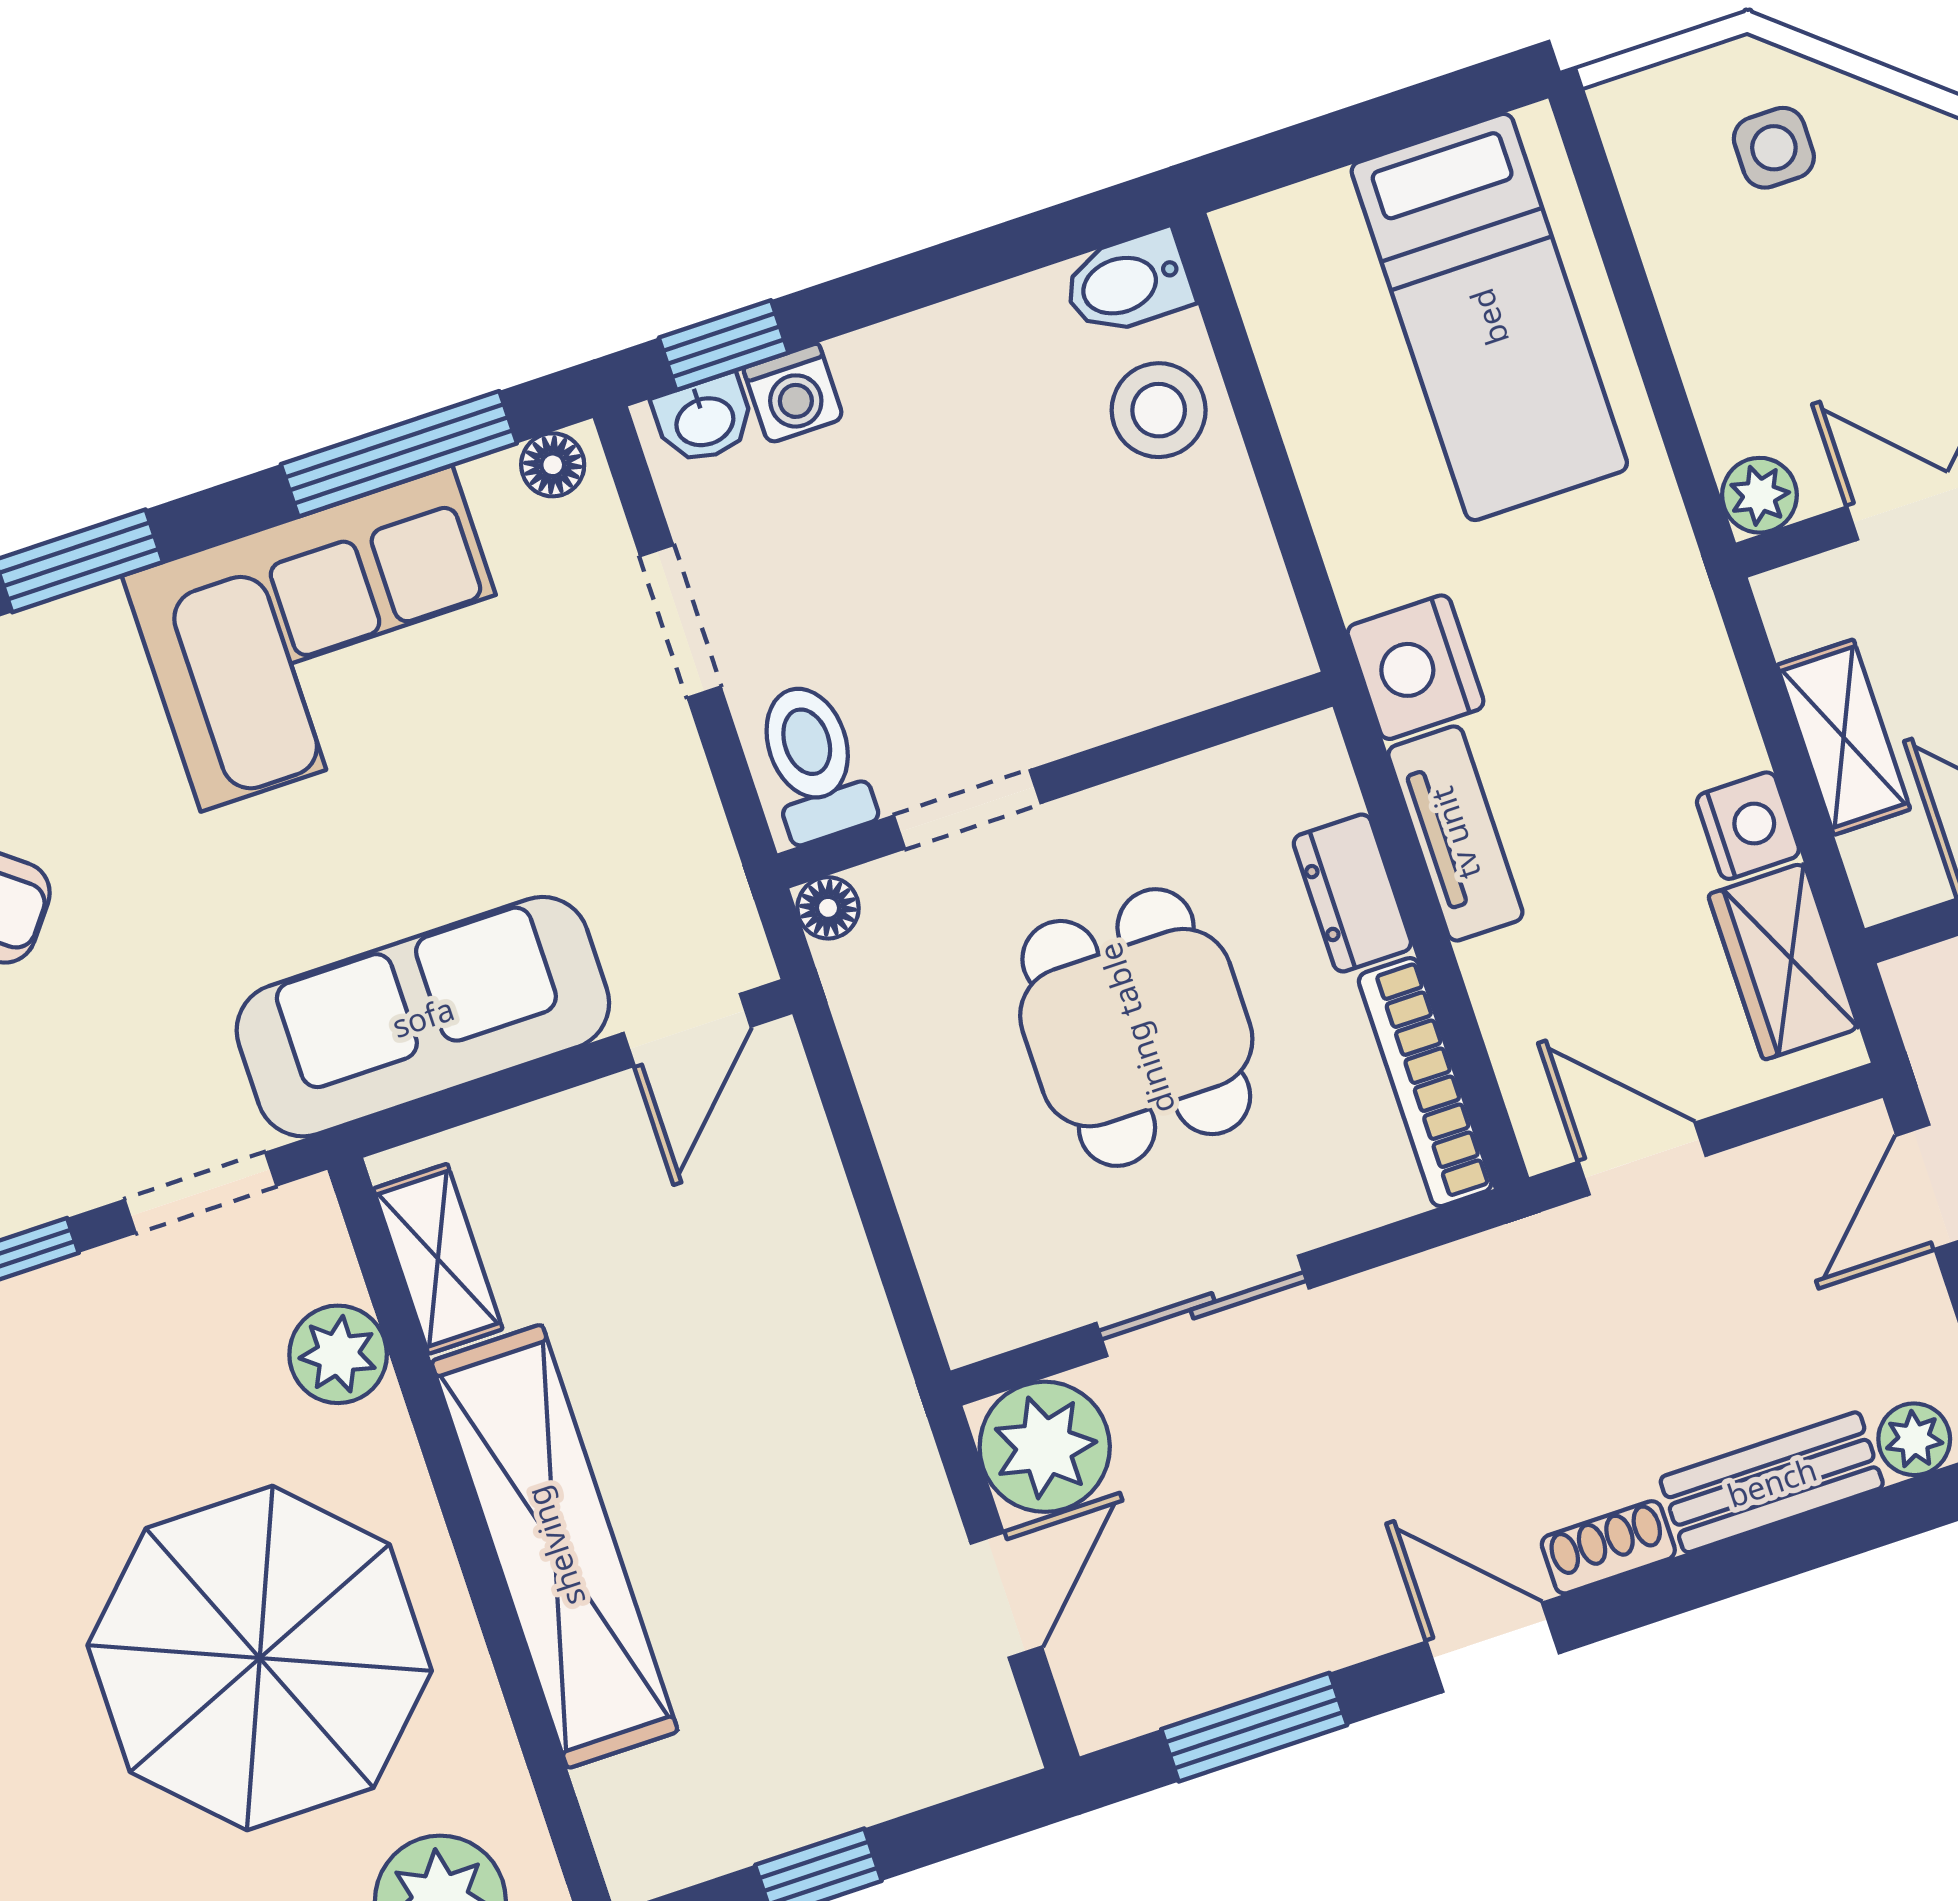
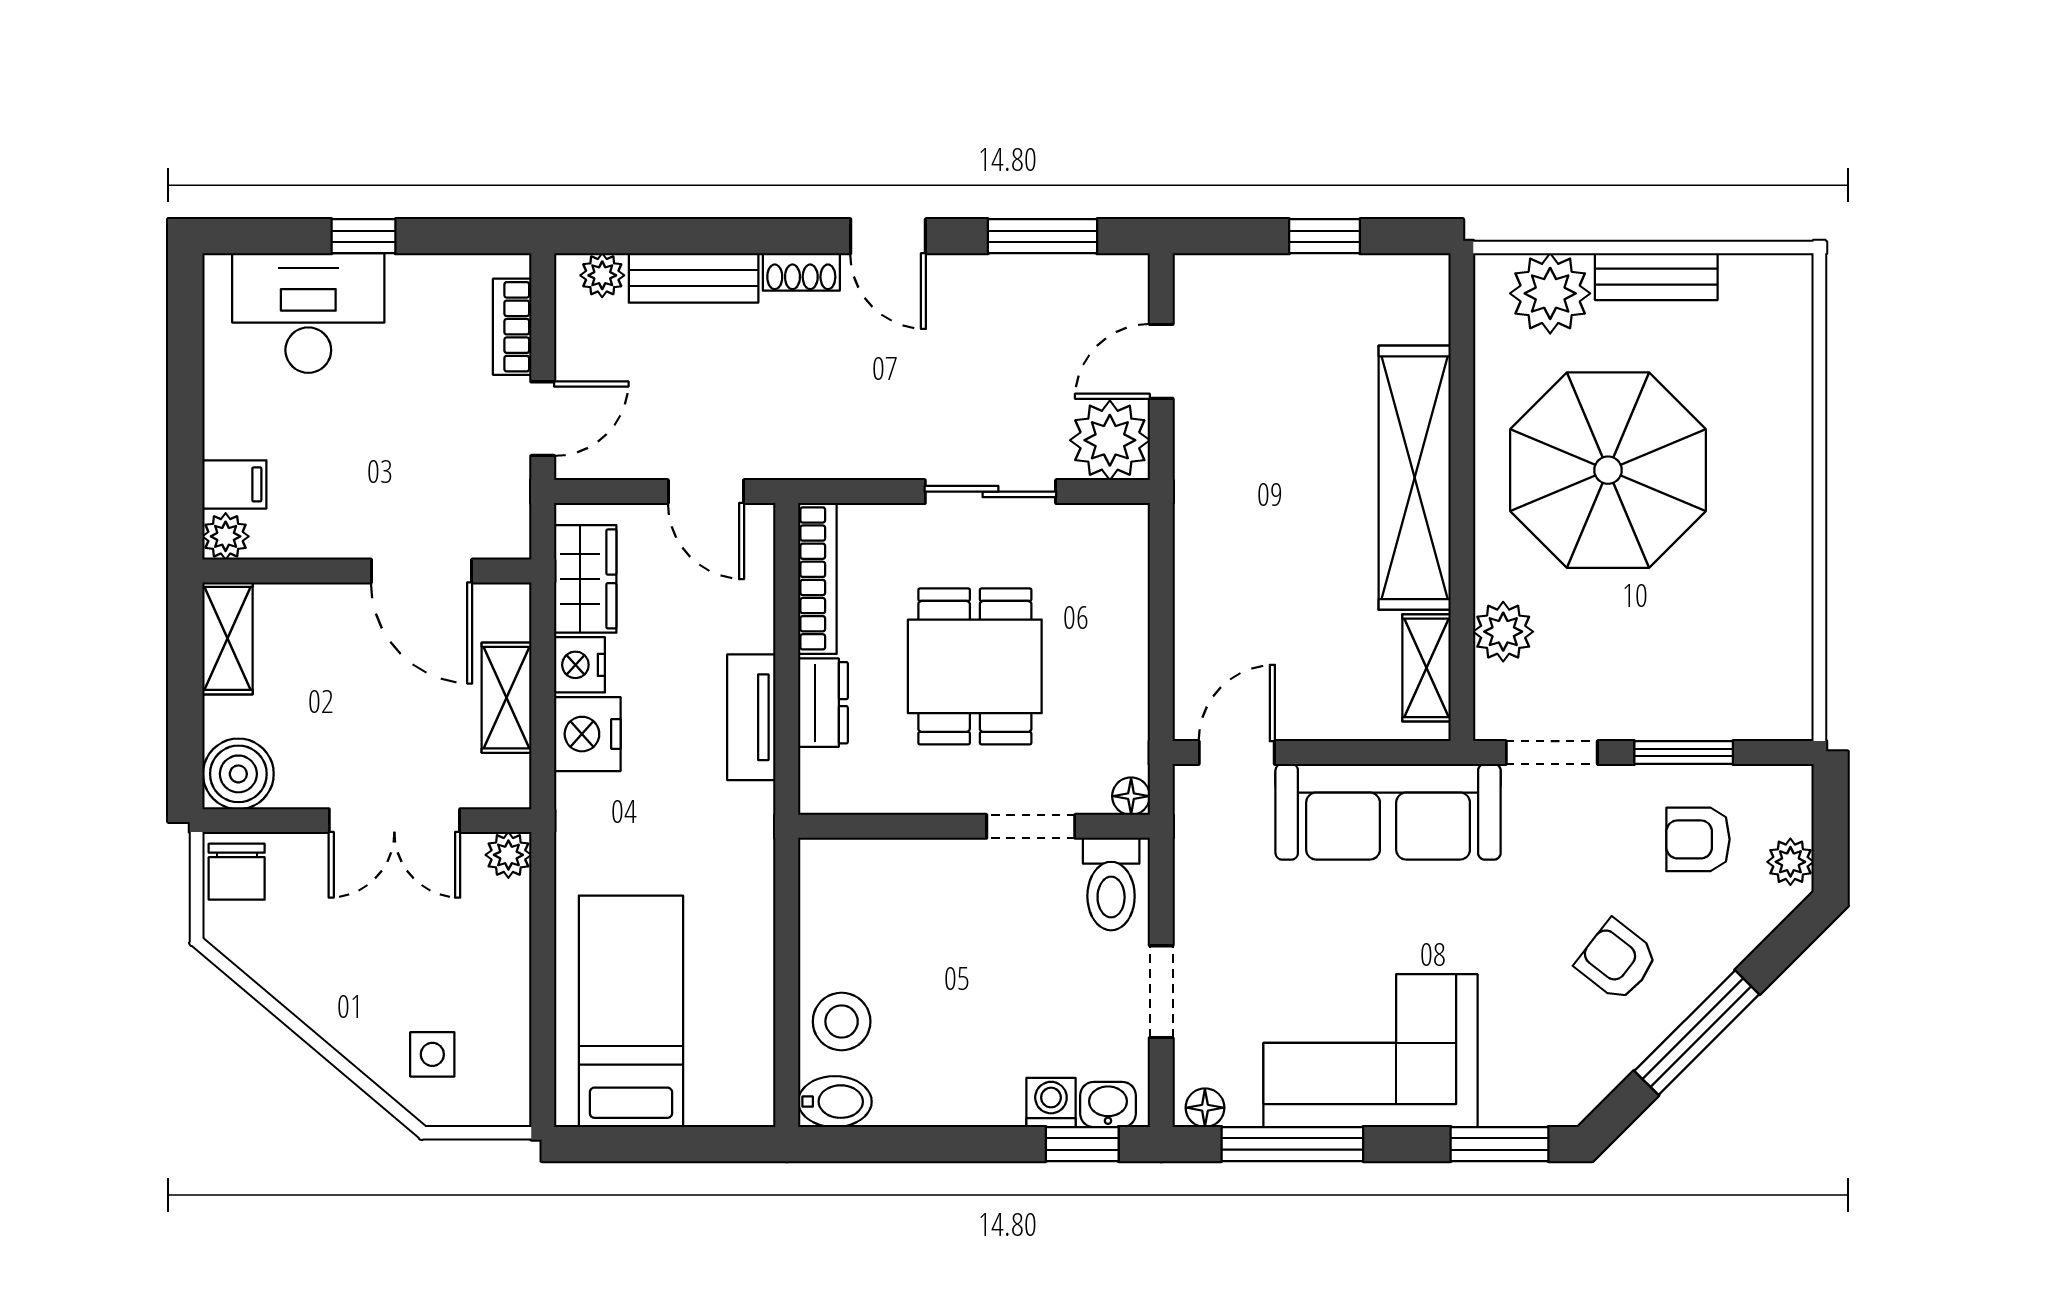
nightstand: (1416, 667) -> (587, 734), moved, turned 180

